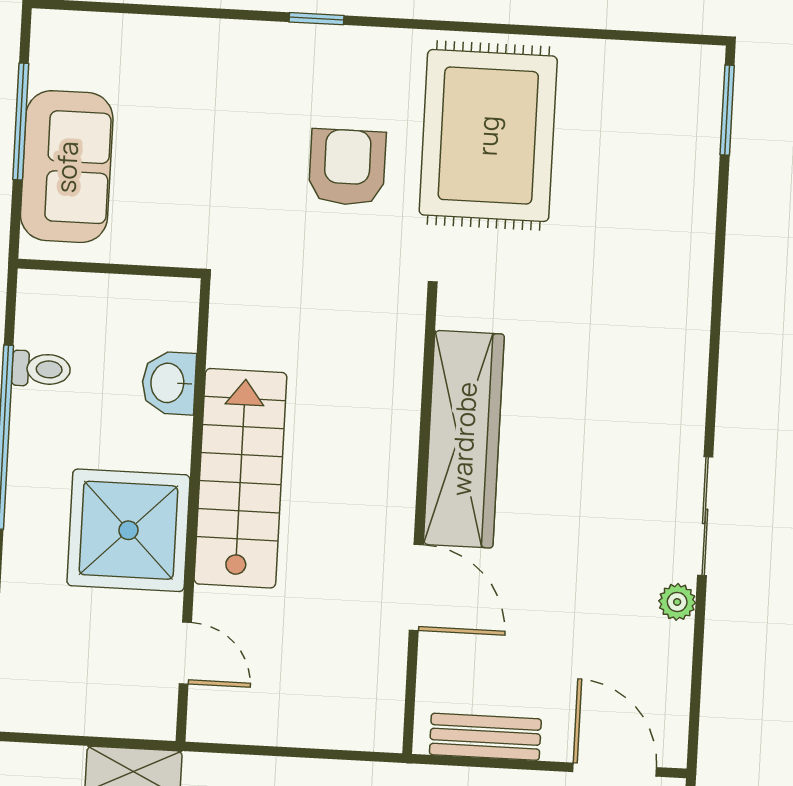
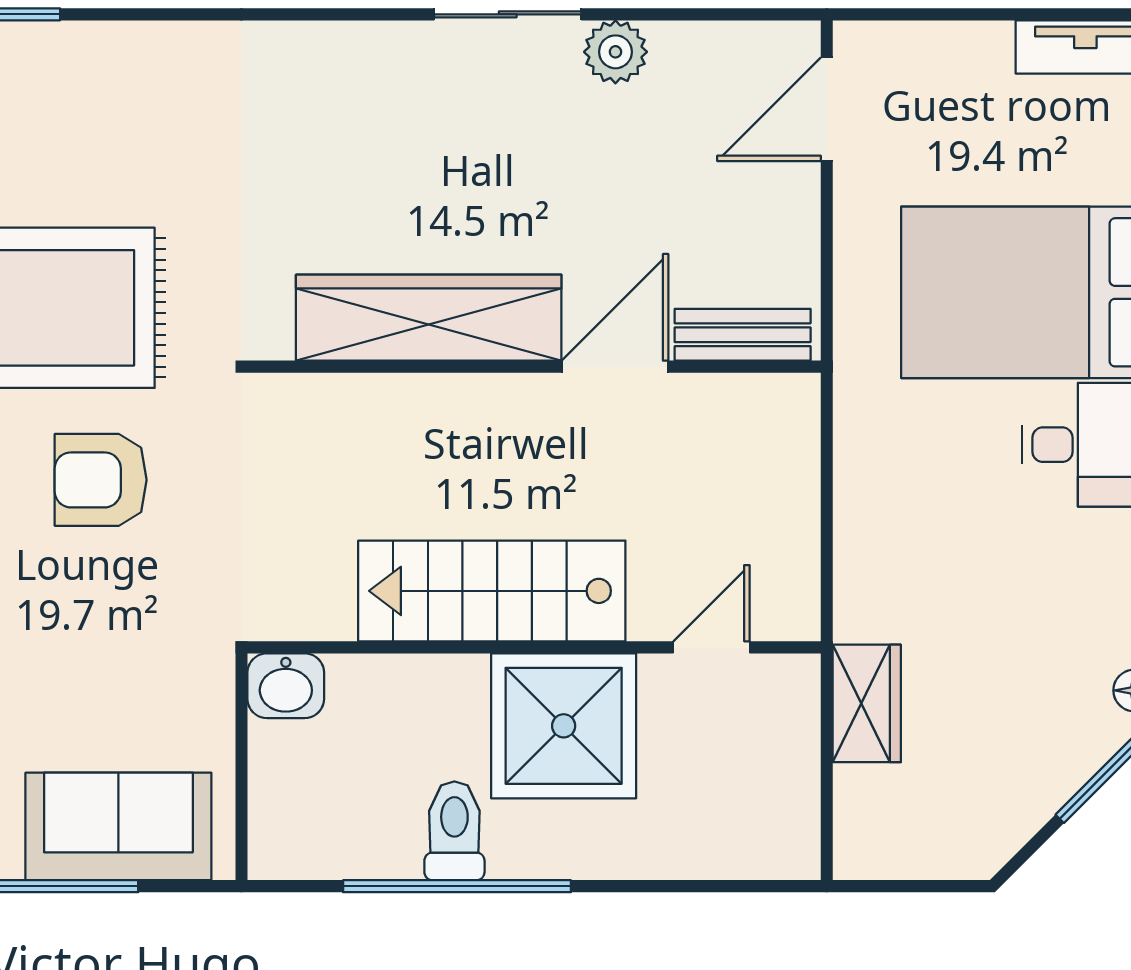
toilet: (41, 369) -> (454, 831), moved, width x1.37, depth x1.39
washbasin: (169, 383) -> (286, 686), moved
plant: (677, 602) -> (615, 52), width x1.38, depth x1.38
bench: (485, 737) -> (743, 335), moved, turned 90

